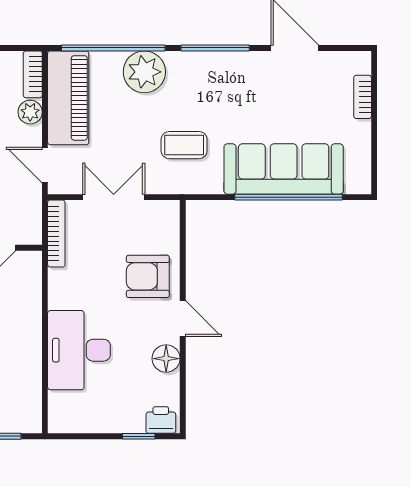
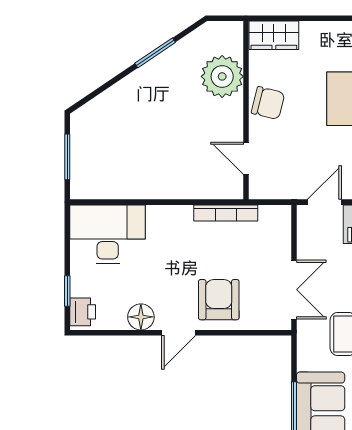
double door: (114, 197) -> (294, 290), moved
bookcase: (56, 234) -> (226, 213), moved
desk: (79, 350) -> (108, 234), moved

